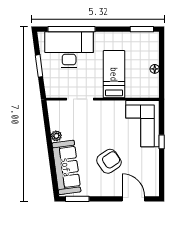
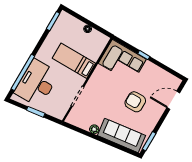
armchair: (109, 161) -> (135, 102), turned -56

